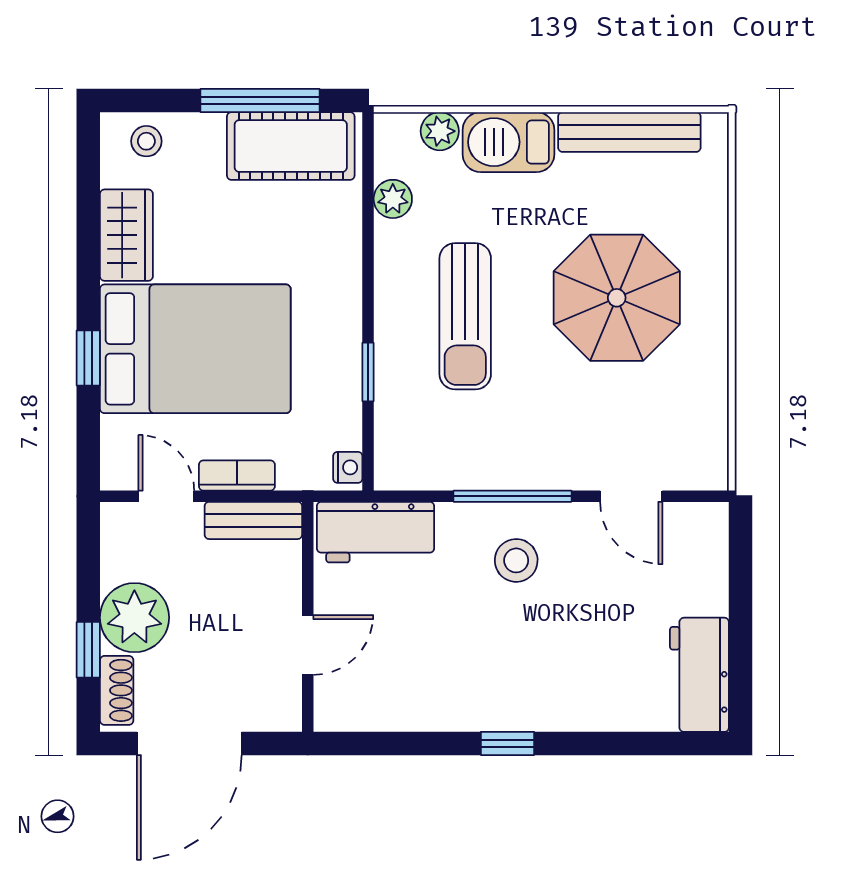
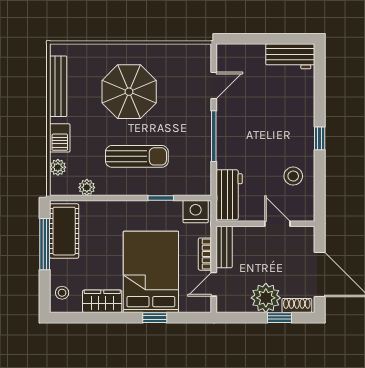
barbecue: (509, 142) -> (60, 138), width x0.73, depth x0.79
nightstand: (348, 467) -> (196, 212), width x1.89, depth x1.79
stool: (516, 560) -> (293, 176), moved

